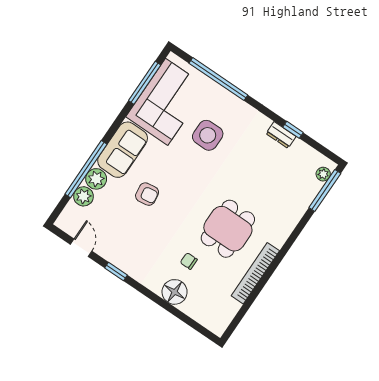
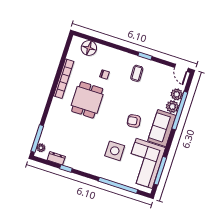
dresser: (281, 135) -> (56, 158), moved
armchair: (147, 194) -> (134, 121), moved
door: (81, 248) -> (181, 68), moved
coffee table: (137, 248) -> (137, 73), added
floor lamp: (175, 292) -> (89, 48), moved

